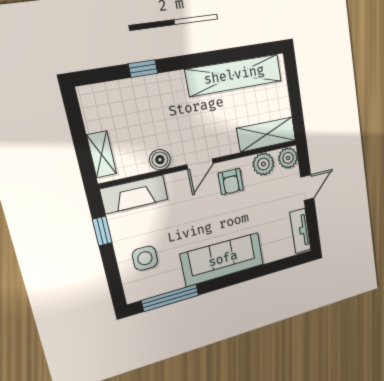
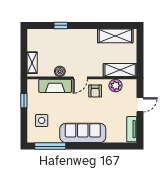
shelving: (234, 75) -> (115, 36), width x0.68
plant: (288, 158) -> (131, 85), removed
fireplace: (134, 194) -> (55, 86), moved

